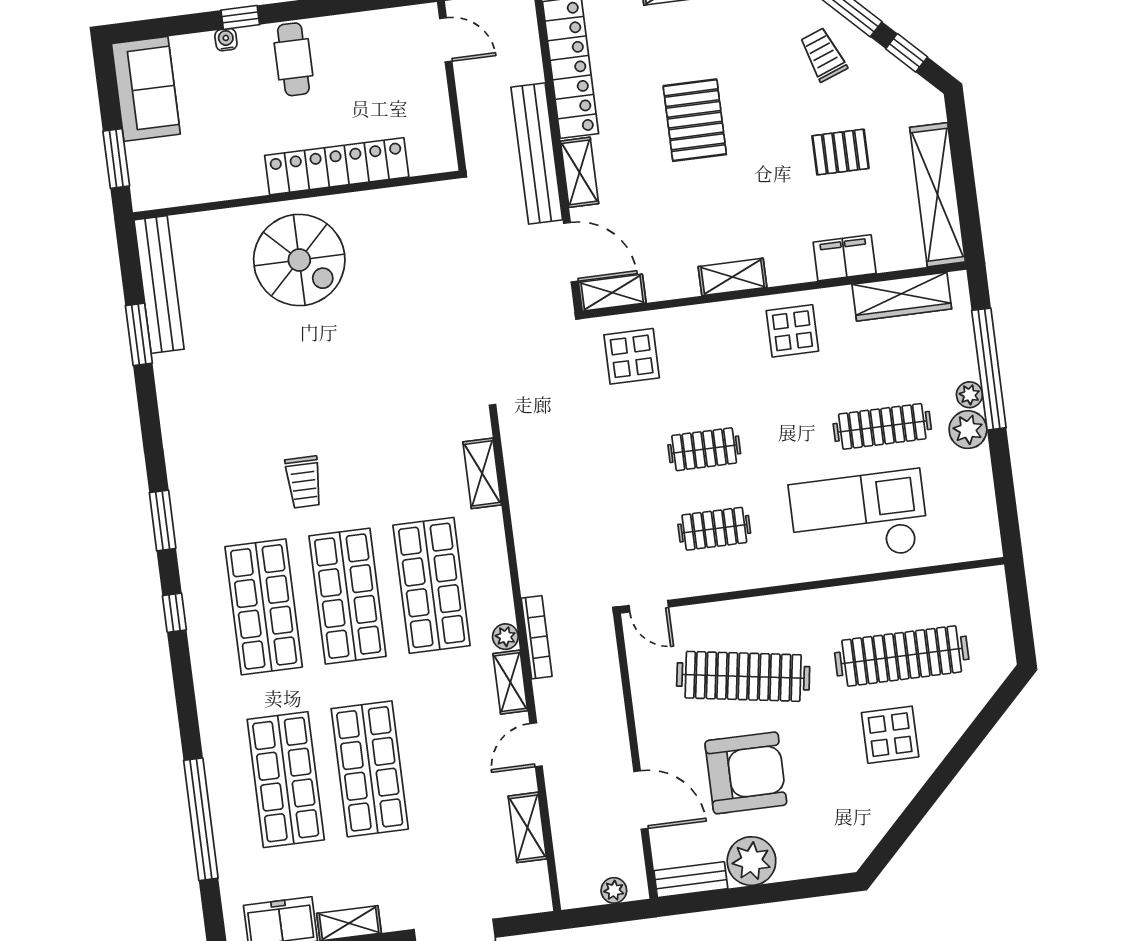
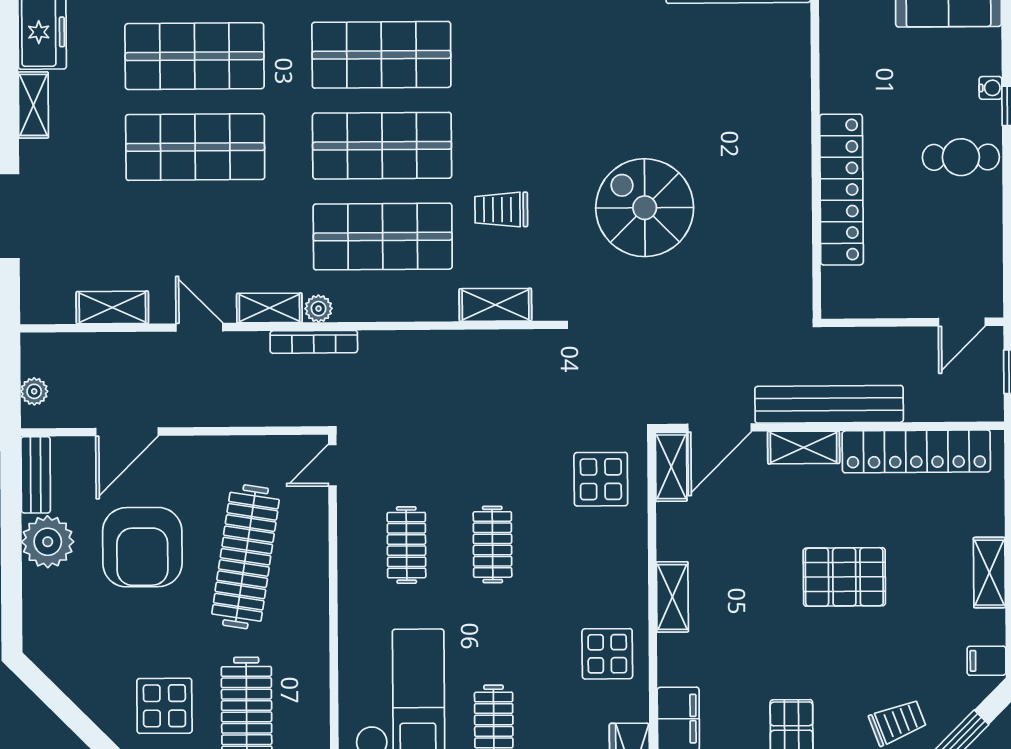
spiral stairs: (299, 260) -> (645, 208), moved, turned 90
trolley: (304, 482) -> (501, 210), moved

